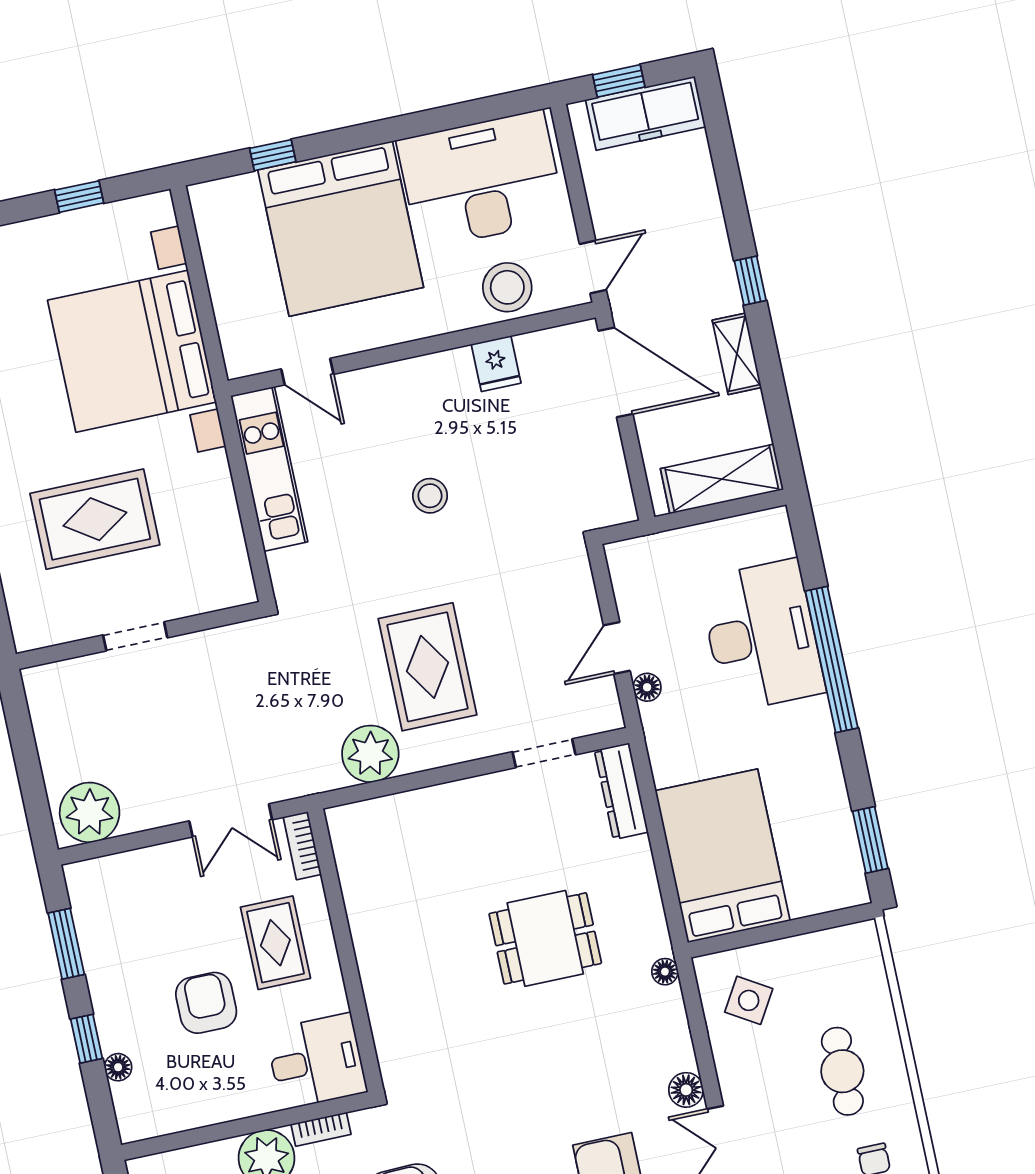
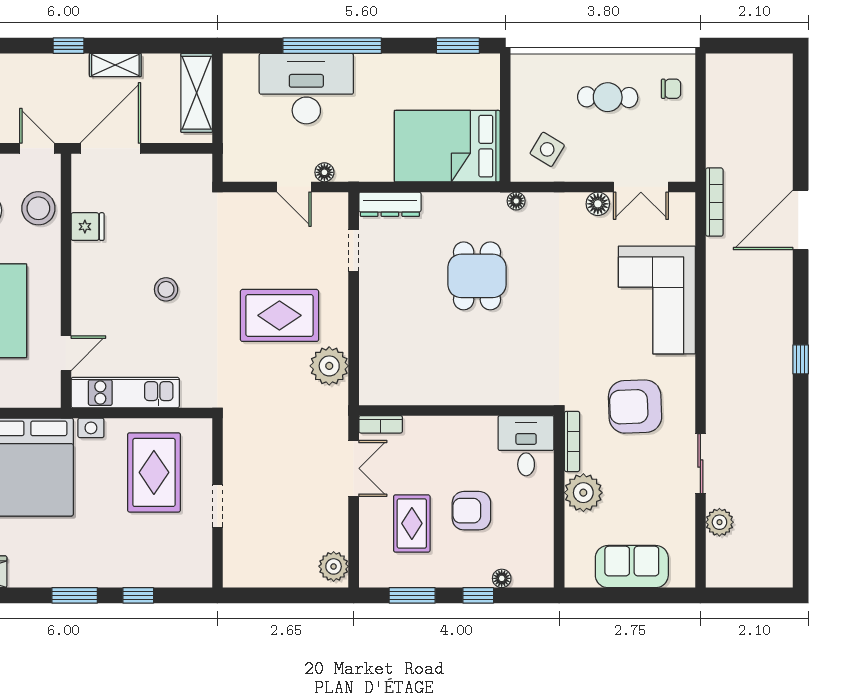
rug: (95, 519) -> (154, 472), moved
plant: (90, 812) -> (334, 566), width x0.73, depth x0.73
rug: (275, 943) -> (412, 523), moved, turned 90
bookcase: (321, 1129) -> (572, 441), width x1.56

